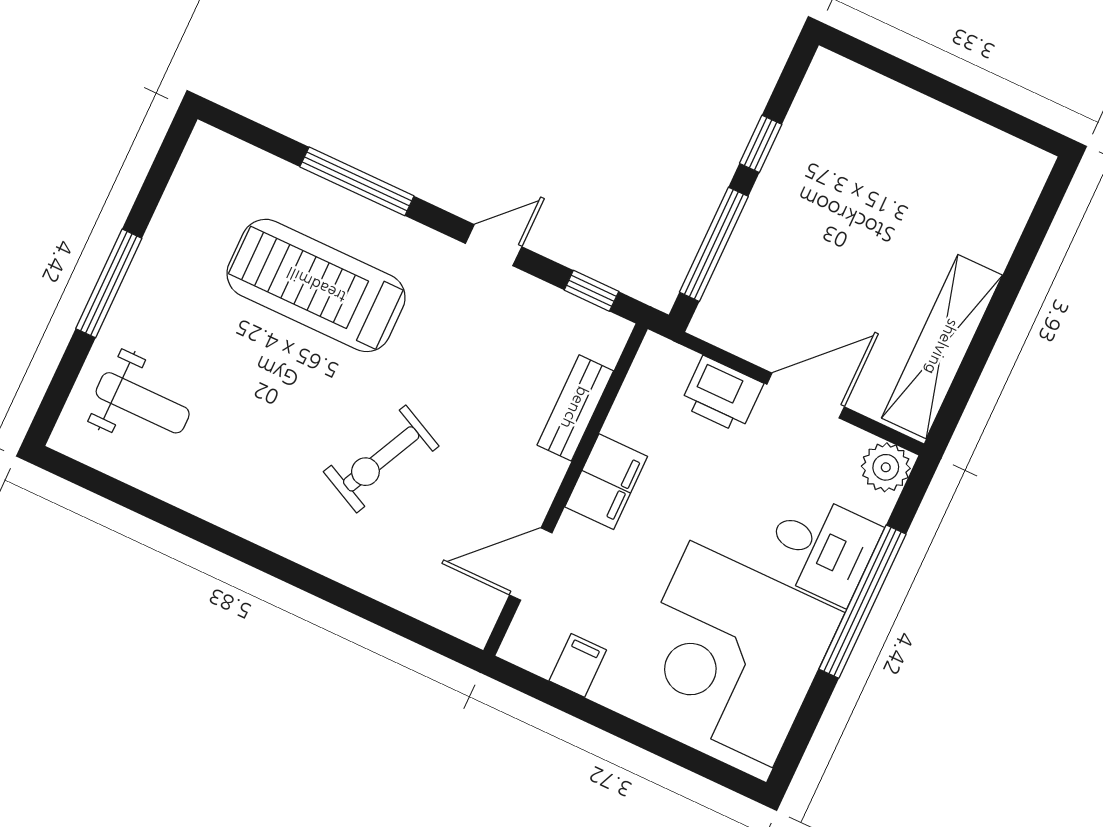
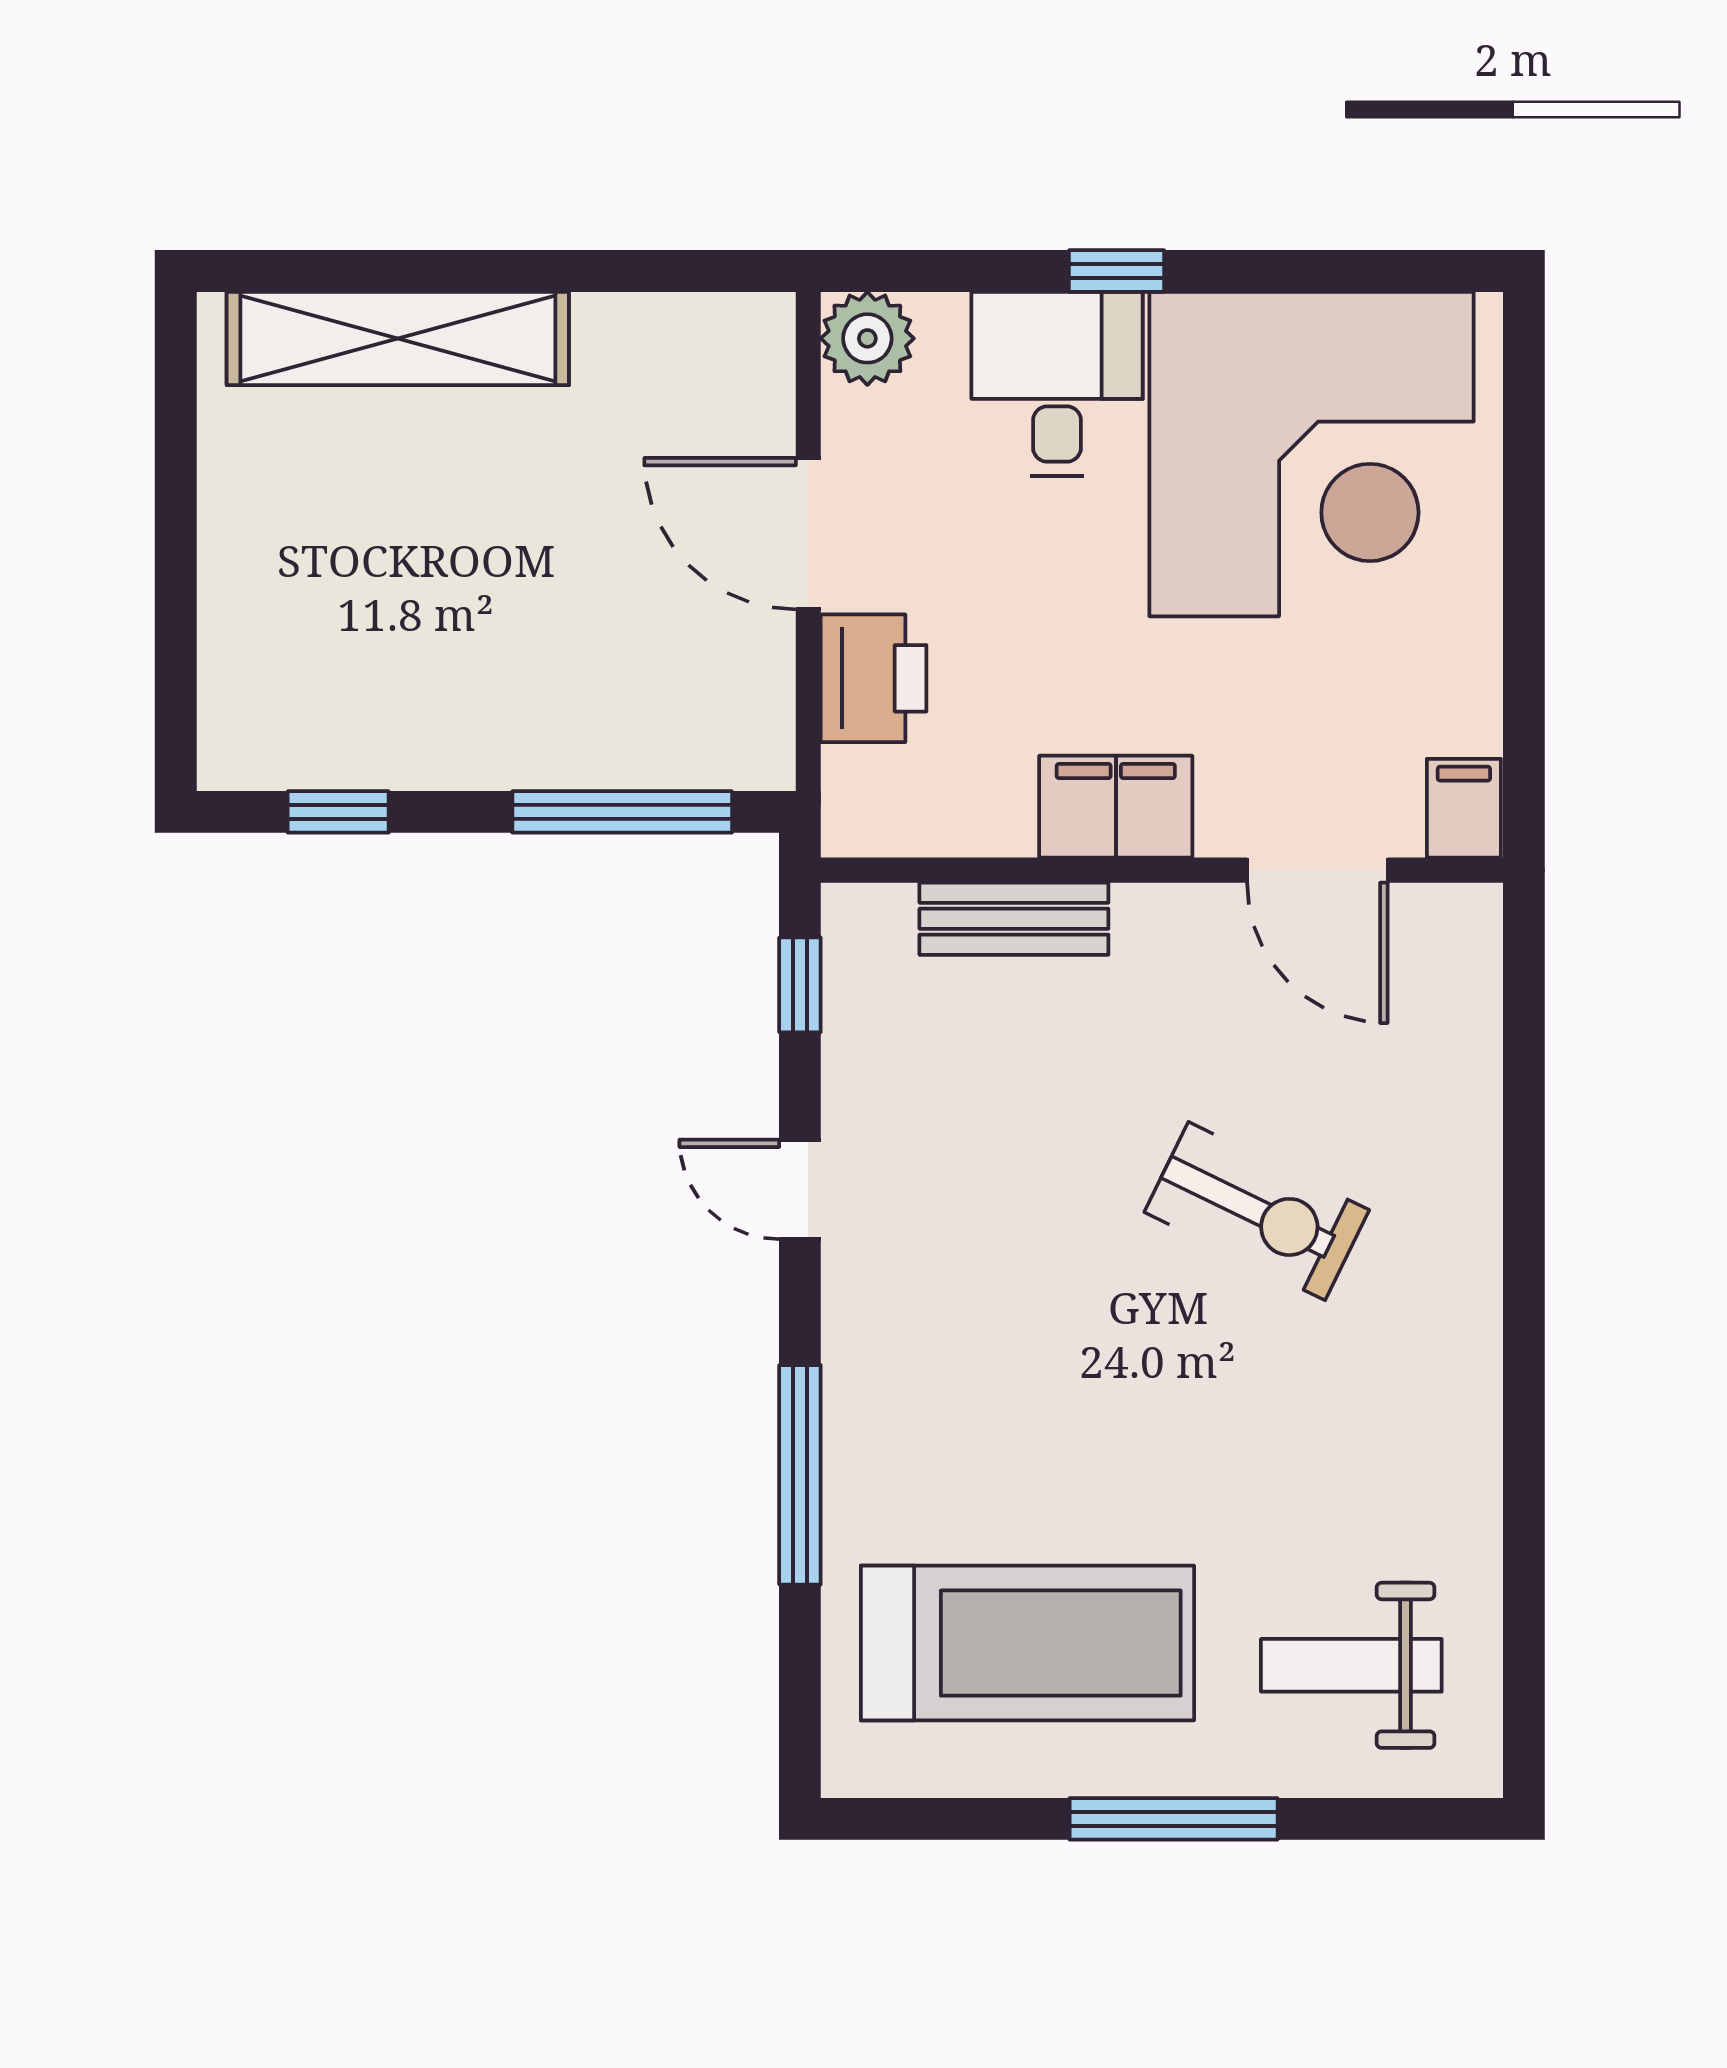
window: (761, 144) -> (338, 812), moved
treadmill: (316, 285) -> (1027, 1643), moved, turned -90
shelving: (942, 347) -> (398, 338), moved
weight bench: (143, 403) -> (1351, 1665), turned -90
window: (862, 602) -> (1117, 271), width x0.32
filing cabinet: (578, 665) -> (1464, 808), moved, turned 90

